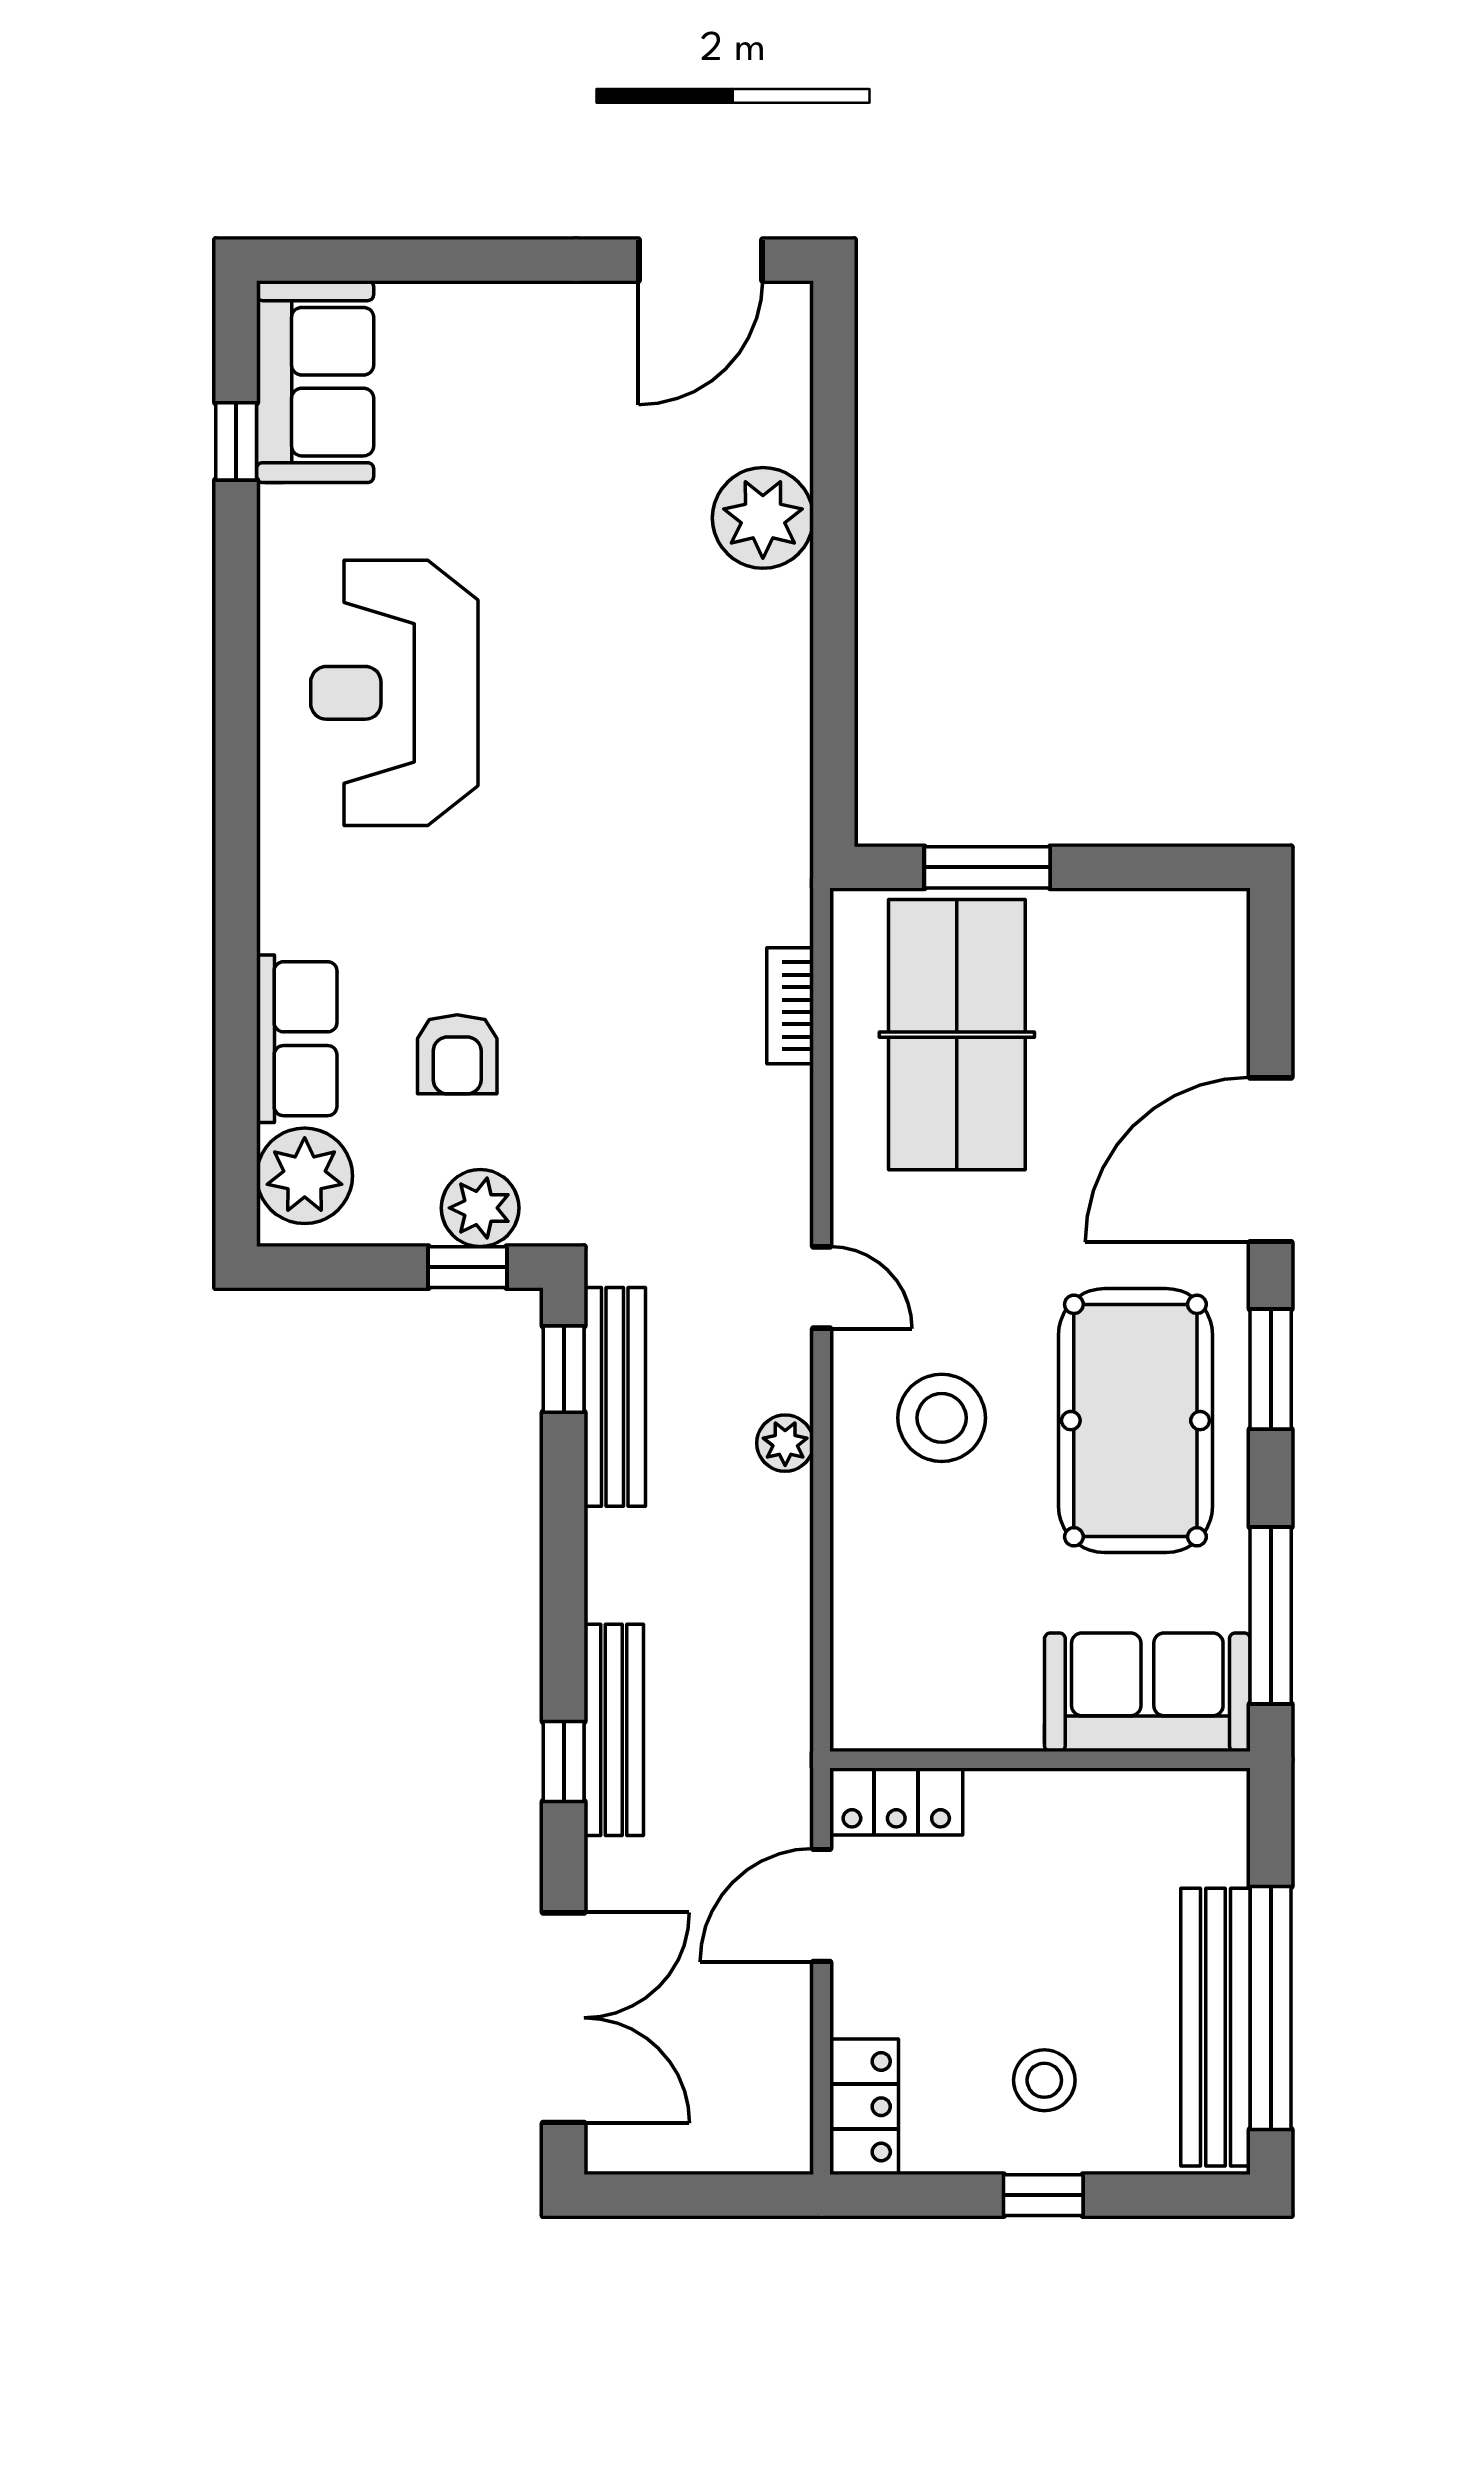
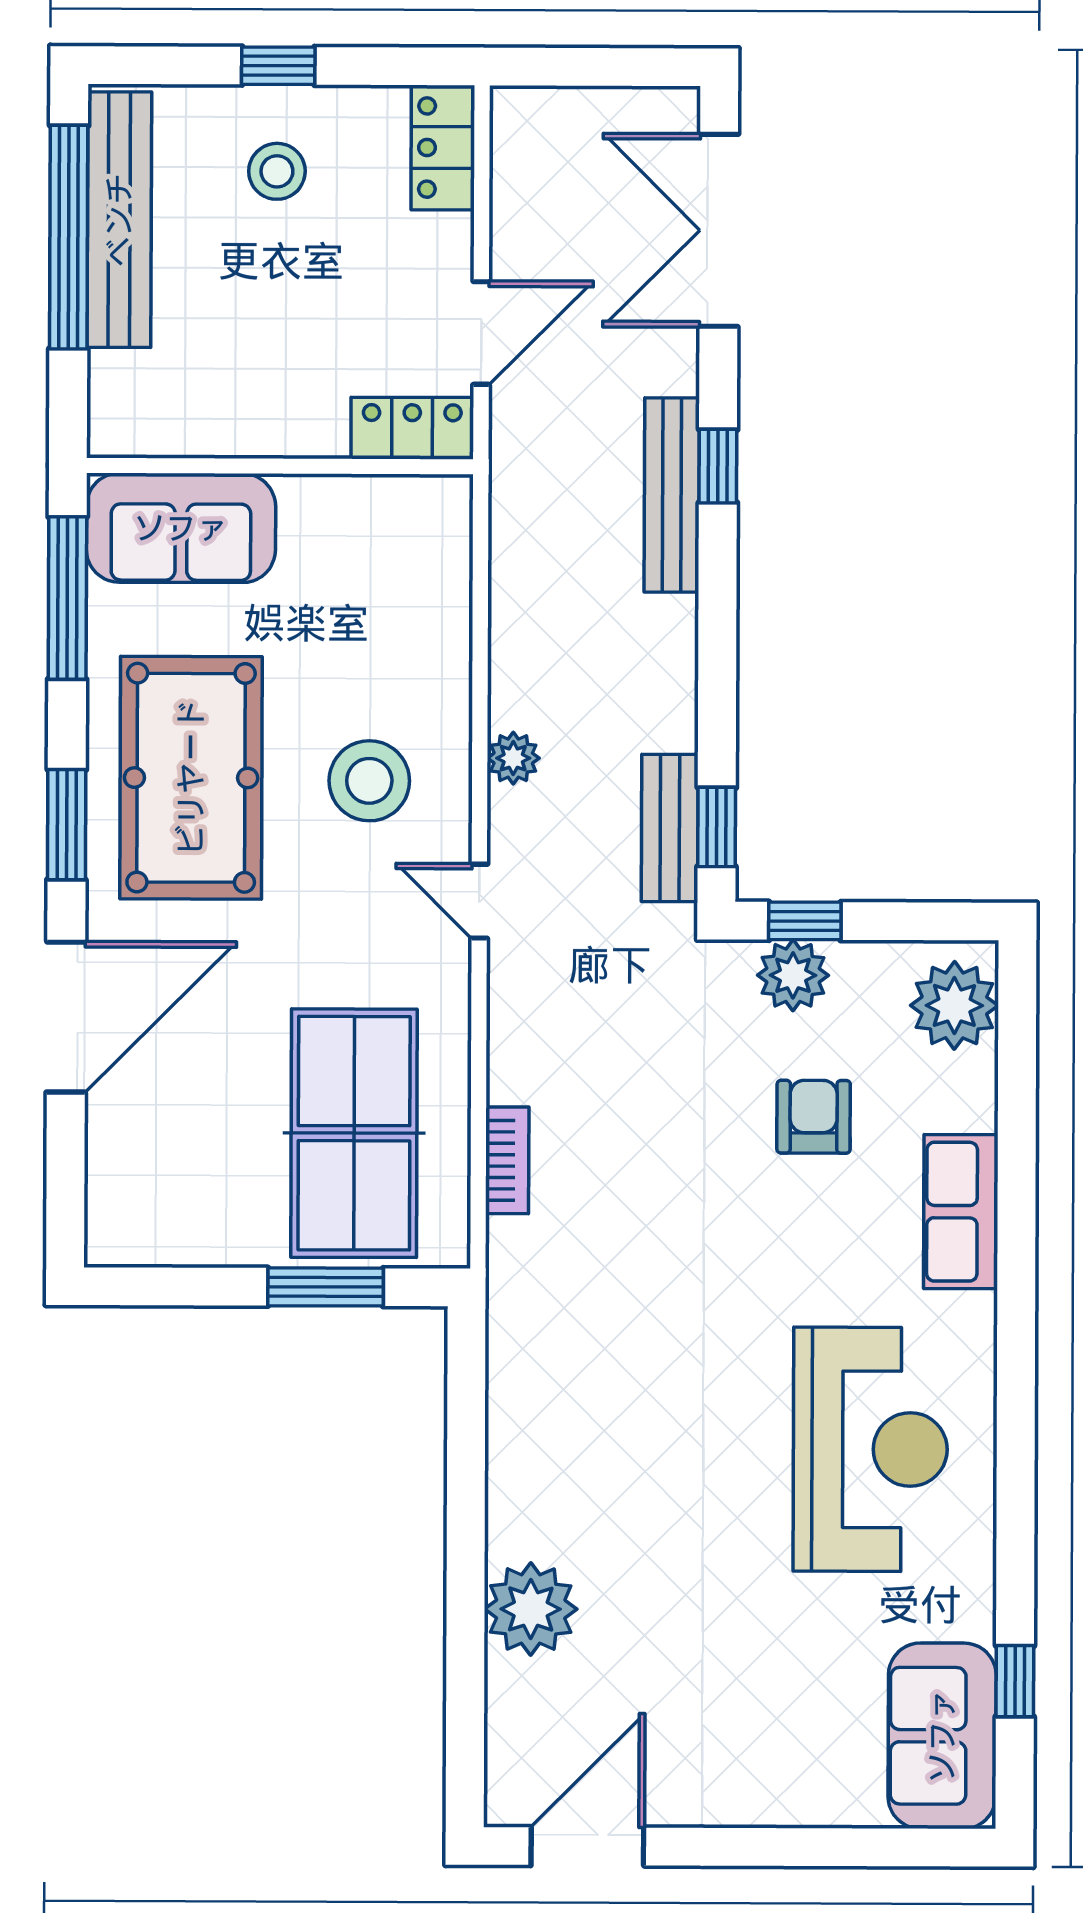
row of seats: (297, 1039) -> (961, 1212), moved
bench: (615, 1397) -> (670, 828), width x0.73

